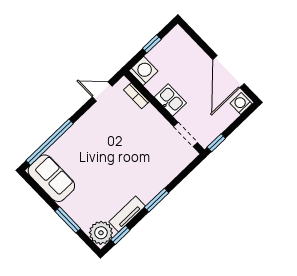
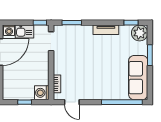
kitchen sink: (170, 100) -> (24, 32), moved, turned -90
sofa: (51, 178) -> (138, 78), width x1.36
window: (157, 200) -> (72, 23), moved
tv unit: (127, 214) -> (106, 30), moved

